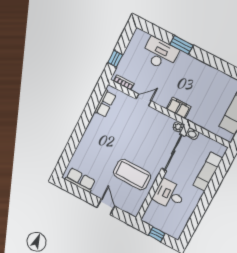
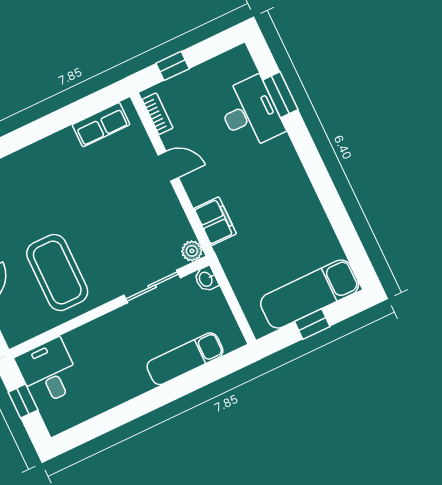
window: (181, 45) -> (280, 95), moved
sliding door: (173, 153) -> (152, 287), width x0.73
desk: (169, 195) -> (48, 372), moved

